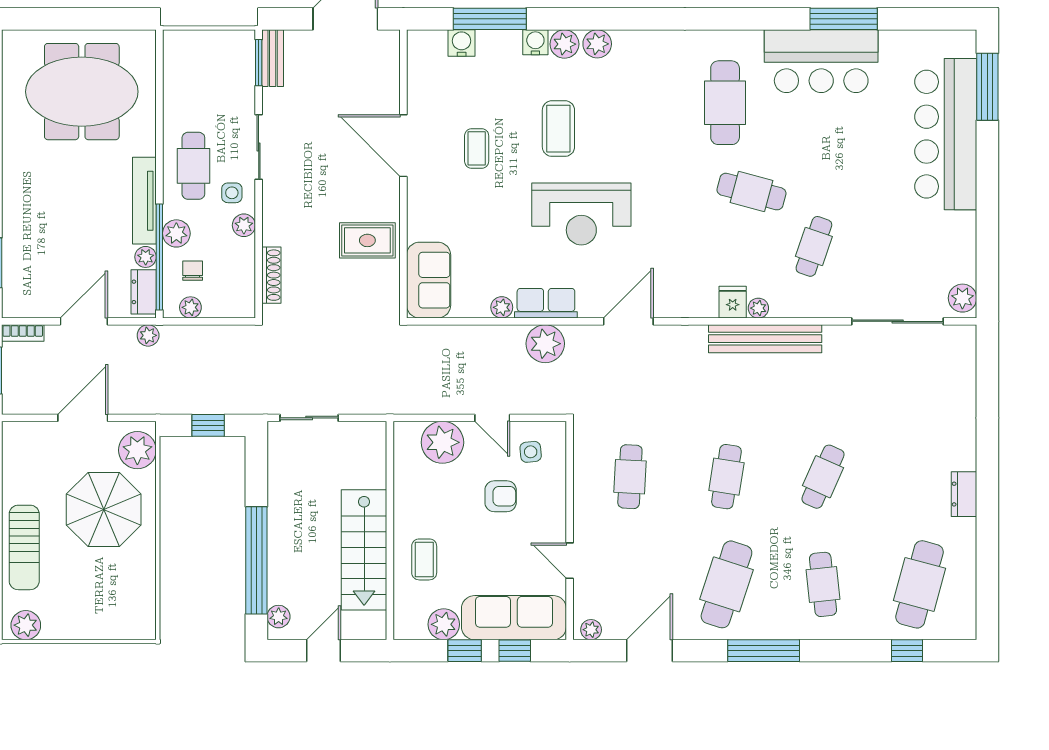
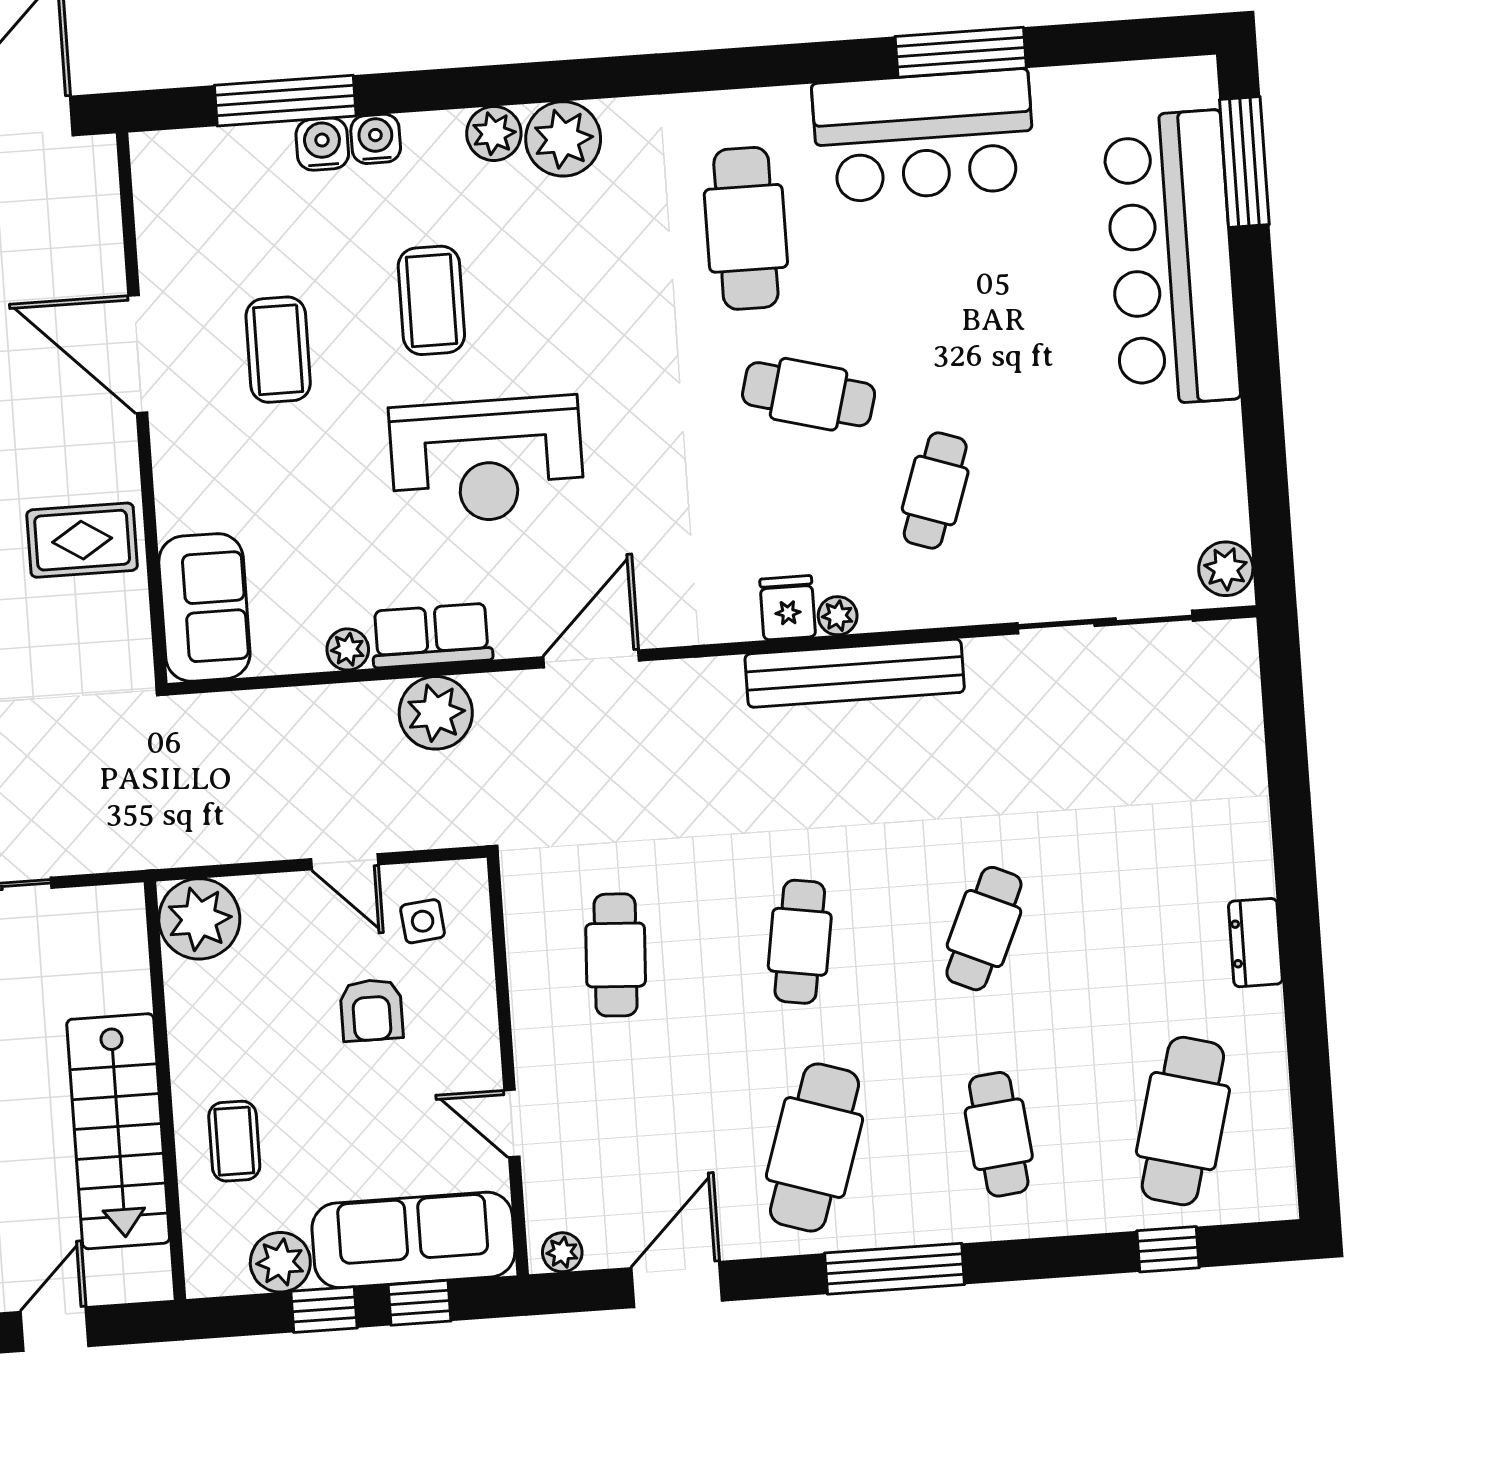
water cooler: (462, 43) -> (322, 144), moved
plant: (564, 44) -> (563, 139), moved, width x1.36, depth x1.36
coffee table: (477, 148) -> (278, 350), width x1.36, depth x1.30
plant: (442, 442) -> (199, 919), moved
armchair: (501, 496) -> (371, 1010), turned 90

